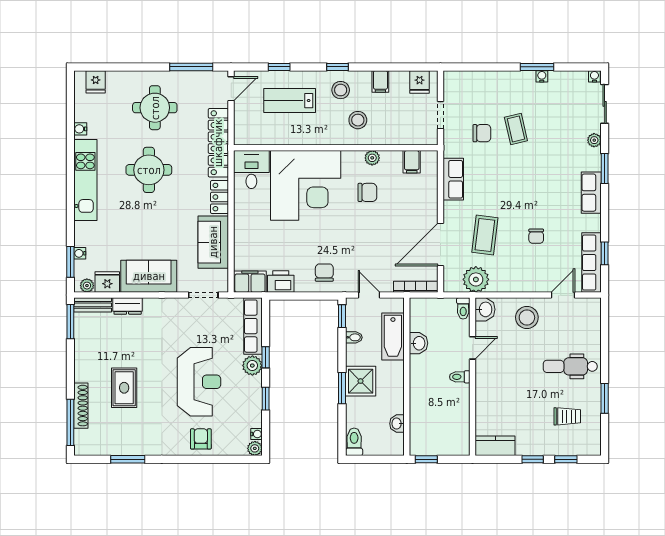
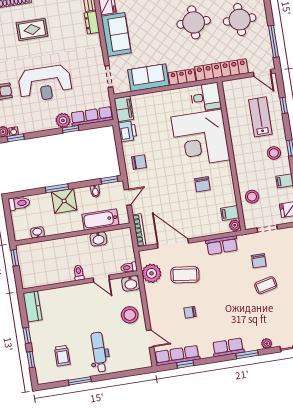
stool: (358, 120) -> (252, 197), moved
plant: (372, 158) -> (235, 225), moved
window: (266, 399) -> (16, 138), moved

